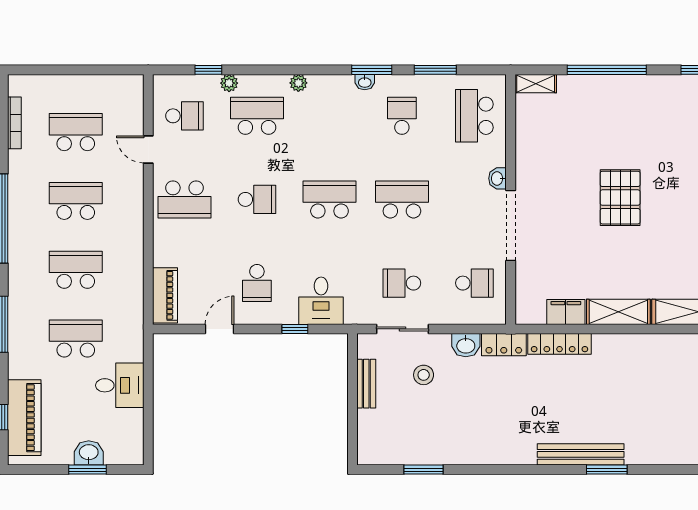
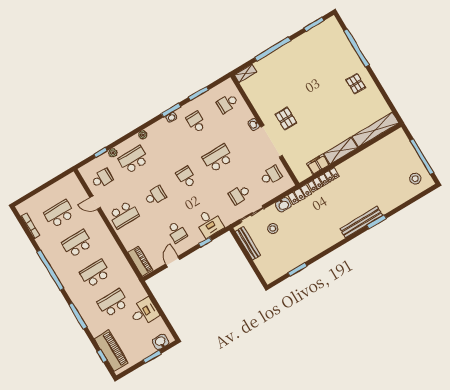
school desk: (474, 116) -> (227, 103), width x0.54
pallet: (620, 198) -> (286, 119), moved, width x0.67, depth x0.71
school desk: (329, 199) -> (186, 177), width x0.54
bench: (366, 384) -> (248, 243), width x1.36
washbasin: (89, 453) -> (161, 342), moved

